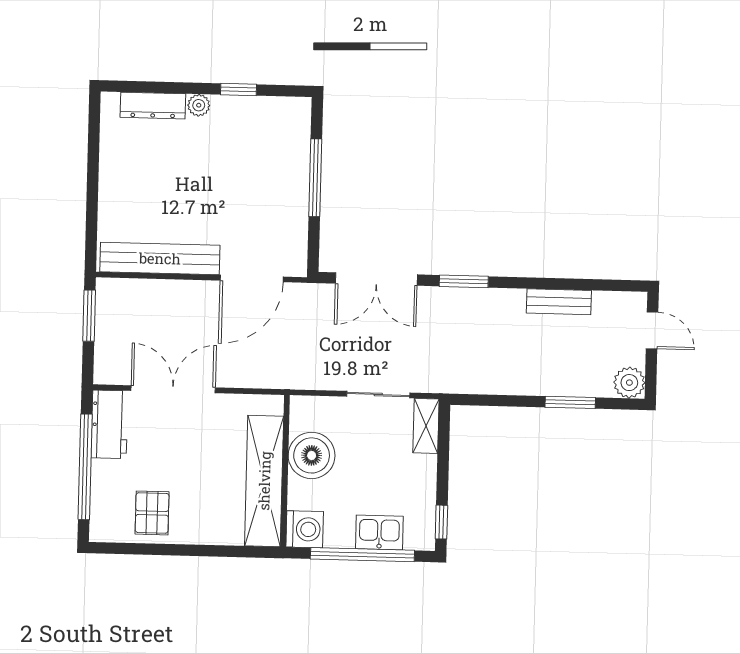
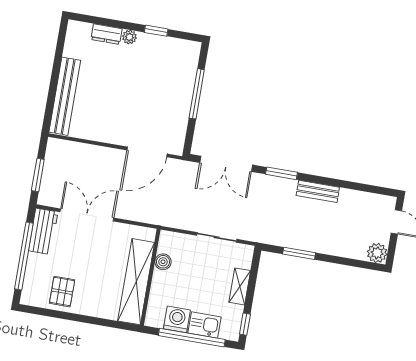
dresser: (153, 106) -> (107, 34), width x0.70
bench: (160, 258) -> (65, 96), moved, turned 90
bench: (559, 302) -> (318, 191), moved
window: (89, 316) -> (38, 175), moved
window: (570, 402) -> (299, 253), moved
shelving: (426, 426) -> (240, 286), moved
boiler: (312, 455) -> (163, 262), width x0.54, depth x0.54
washing machine: (305, 529) -> (177, 319), moved, turned -90

